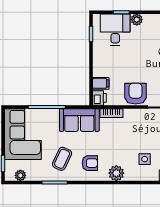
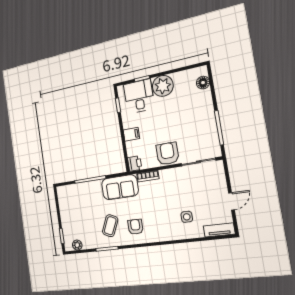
plant: (137, 20) -> (163, 86), width x1.87, depth x1.87
filing cabinet: (101, 83) -> (131, 134), moved
corner sofa: (23, 134) -> (74, 207), removed
armchair: (90, 163) -> (135, 227), turned -90
plant: (116, 173) -> (161, 234), removed

